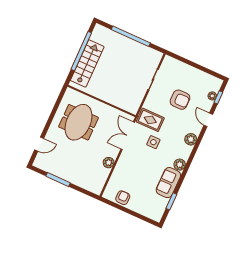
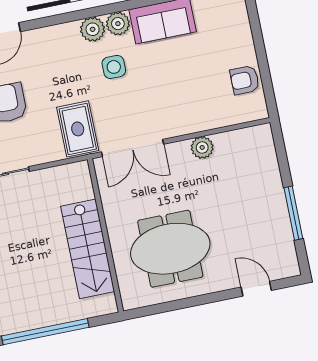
stairs: (87, 64) -> (88, 249), moved, turned -90
plant: (191, 139) -> (93, 29), moved
side table: (153, 142) -> (114, 67), moved

